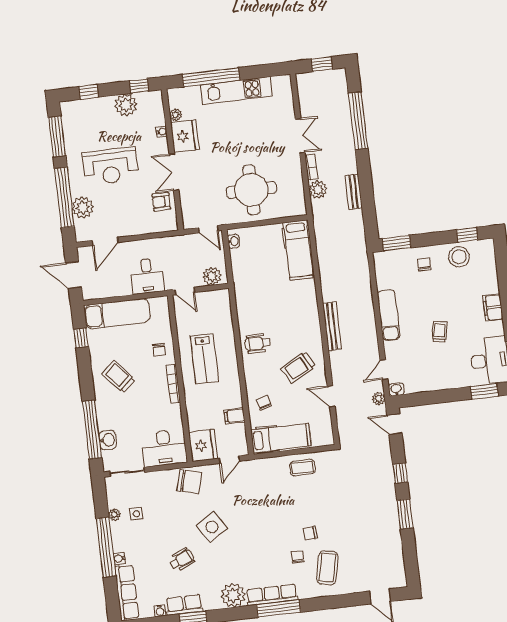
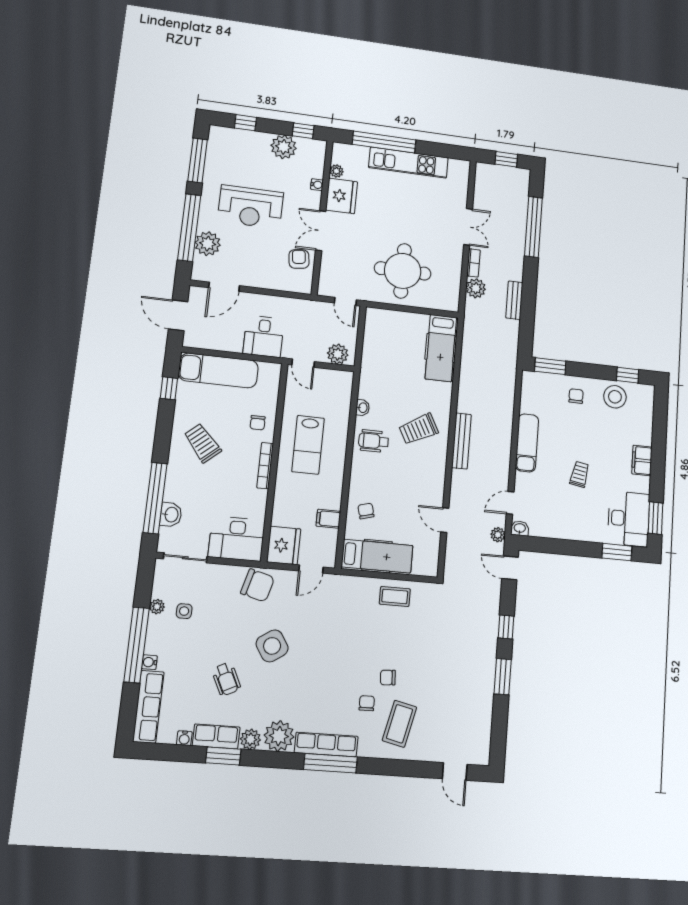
armchair: (161, 202) -> (299, 259), turned 83
washbasin: (234, 241) -> (363, 408), moved
trolley: (298, 367) -> (419, 429), moved
wheelchair: (182, 560) -> (226, 679), turned 88
plant: (211, 602) -> (250, 739), added

